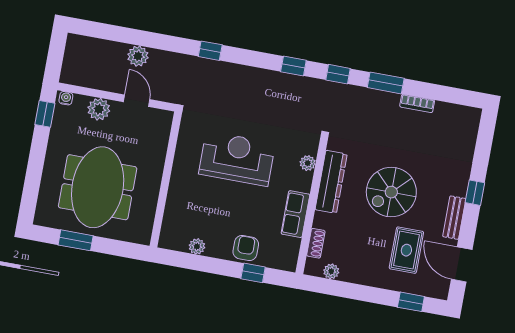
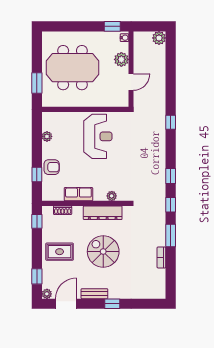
plant: (138, 56) -> (159, 38), moved
reception desk: (237, 159) -> (98, 136), moved
window: (76, 240) -> (37, 83), moved
rug: (406, 250) -> (60, 252), moved
plant: (331, 271) -> (47, 294), moved
window: (326, 286) -> (37, 221), added

